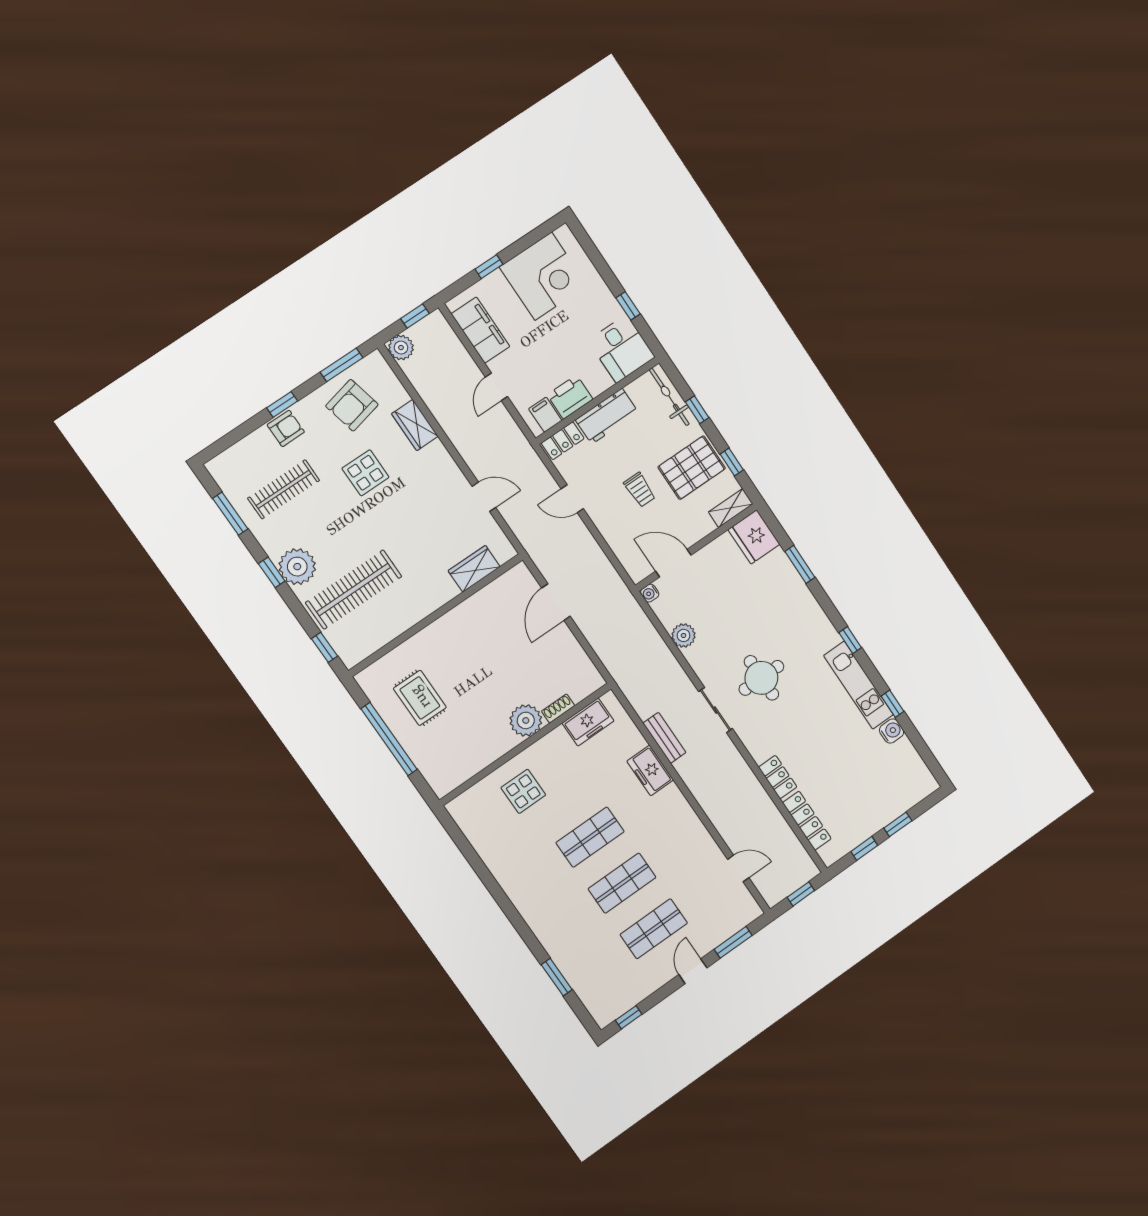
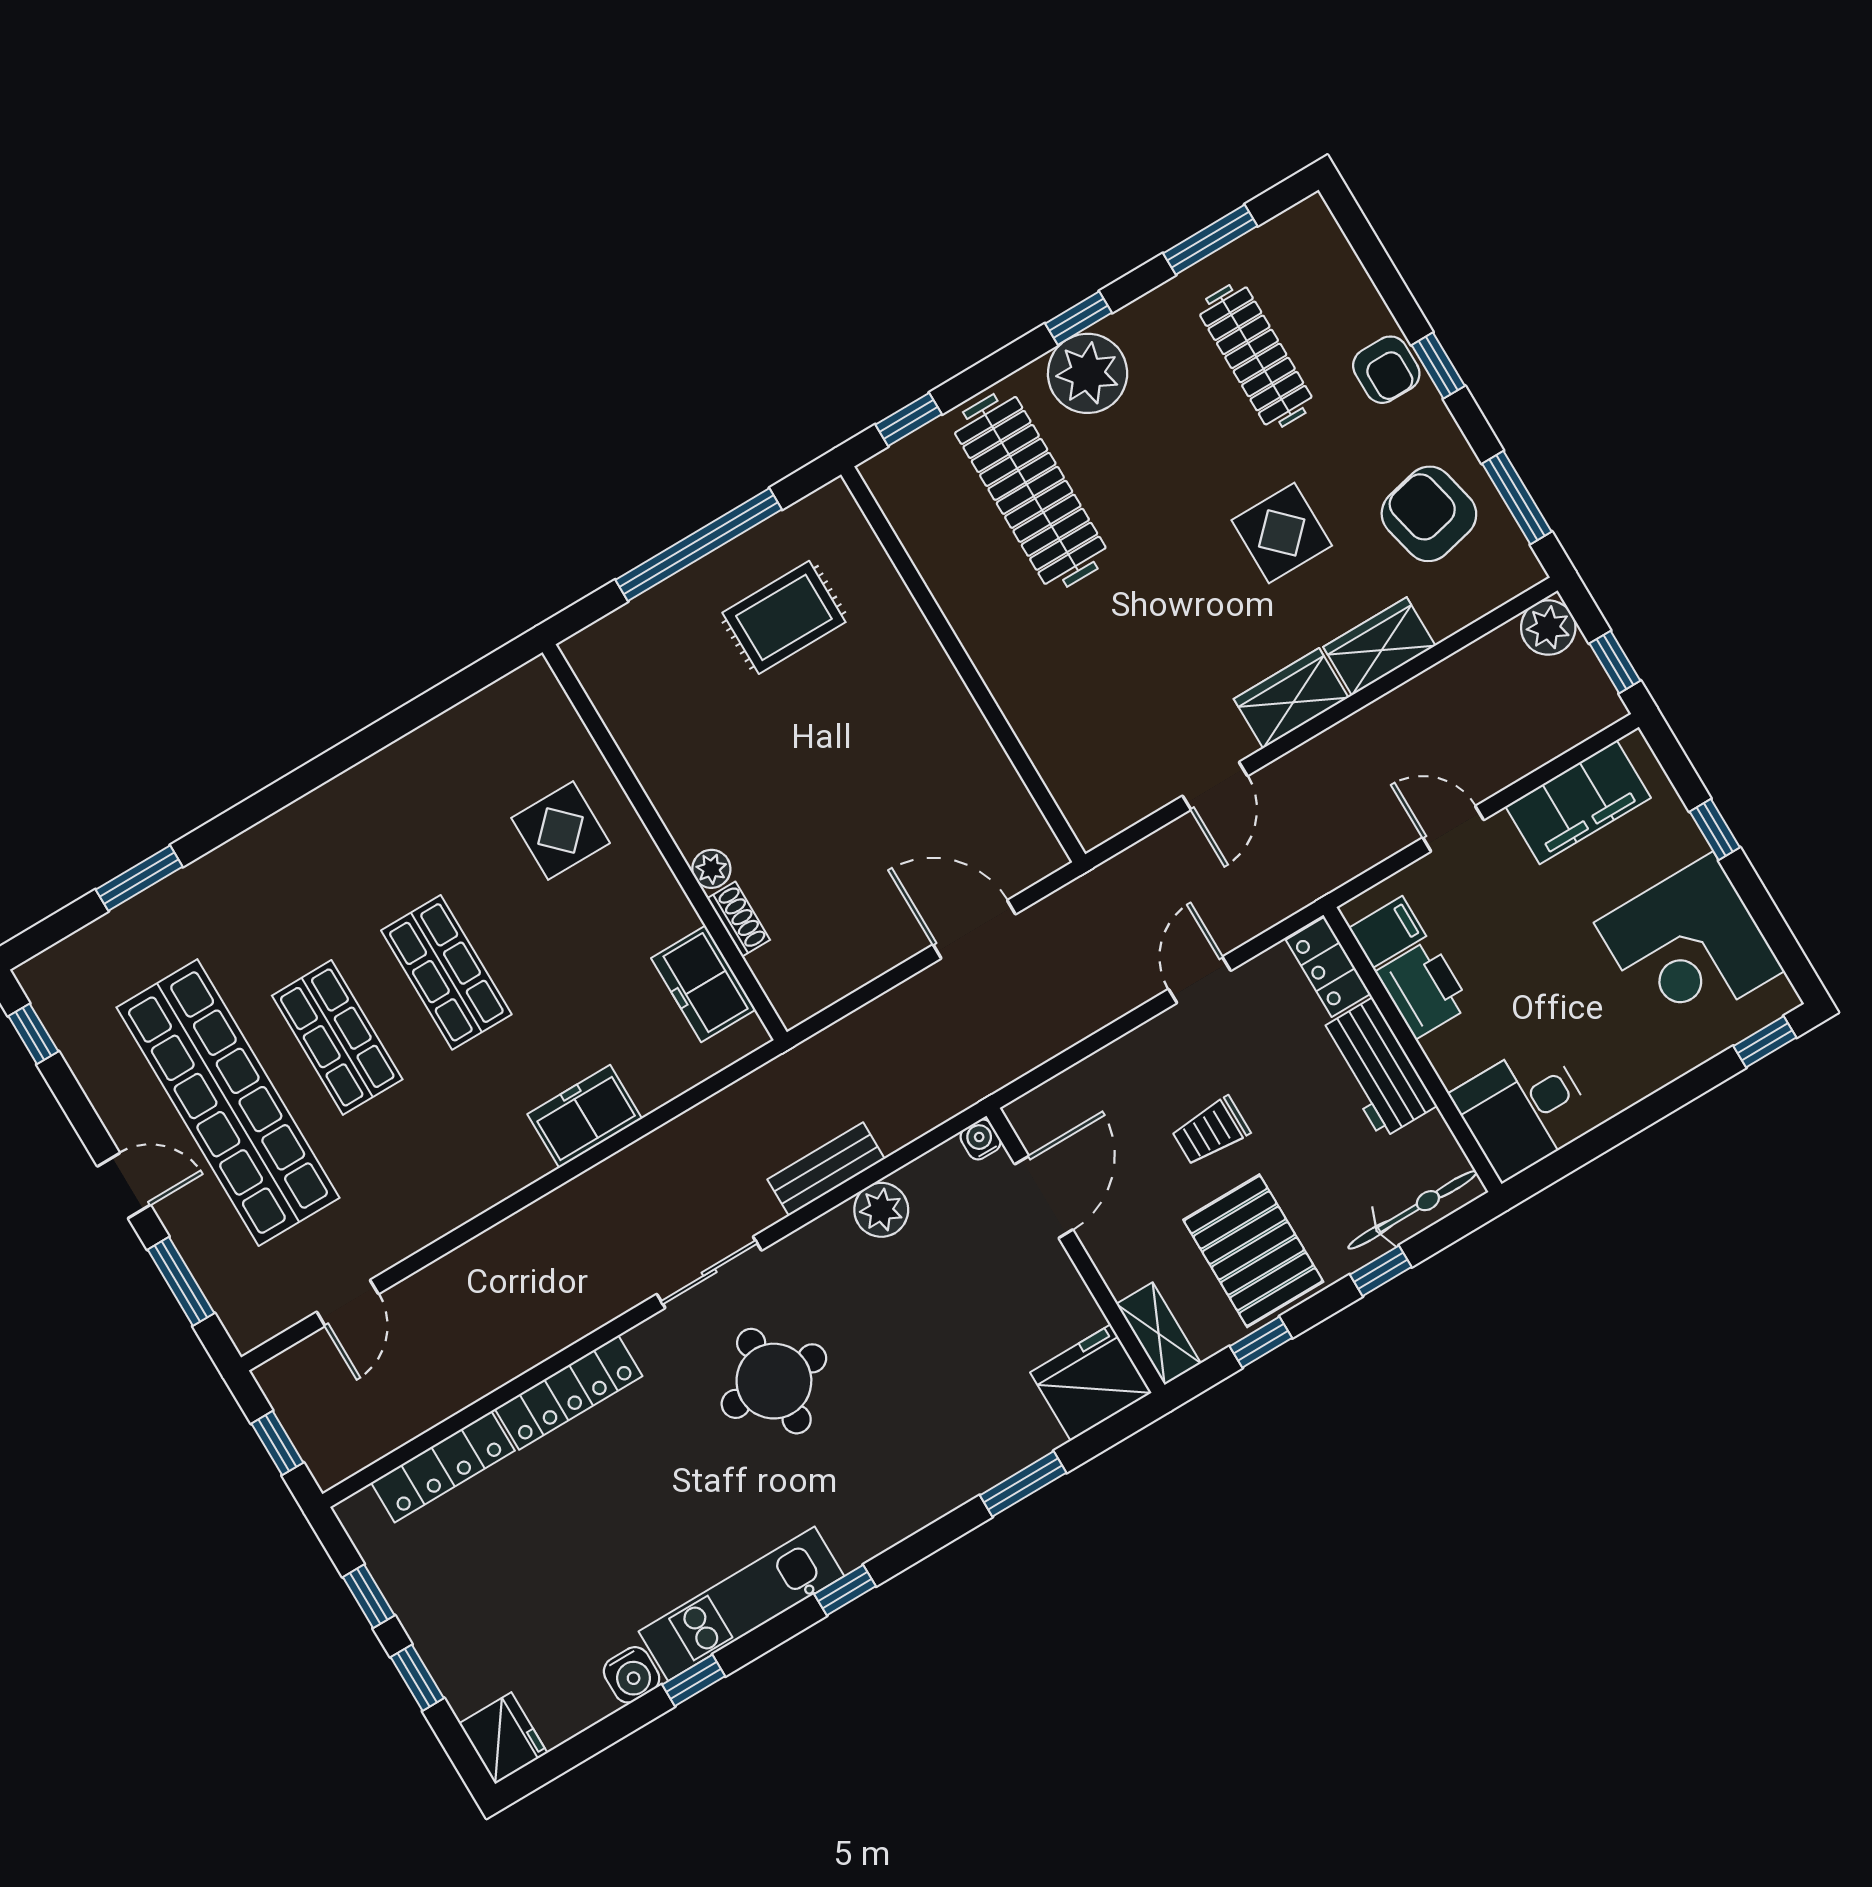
window: (628, 306) -> (1765, 1042), moved
wardrobe: (474, 569) -> (1291, 698), moved, turned -90
plant: (526, 720) -> (711, 869), width x0.53, depth x0.53
bench: (664, 738) -> (826, 1169), moved
locker: (778, 777) -> (569, 1392), width x1.53
fridge: (921, 785) -> (503, 1738), added
shop shelf: (654, 929) -> (228, 1103), width x2.00, depth x1.36

